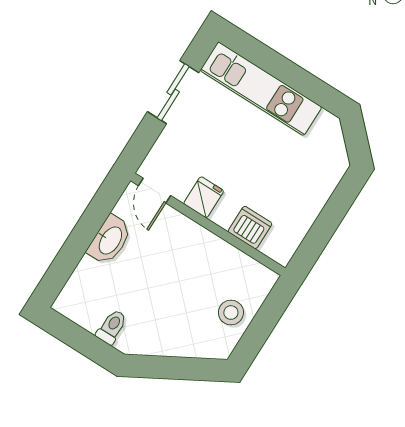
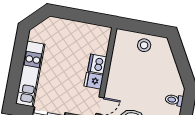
dishwasher: (250, 228) -> (97, 64), moved

